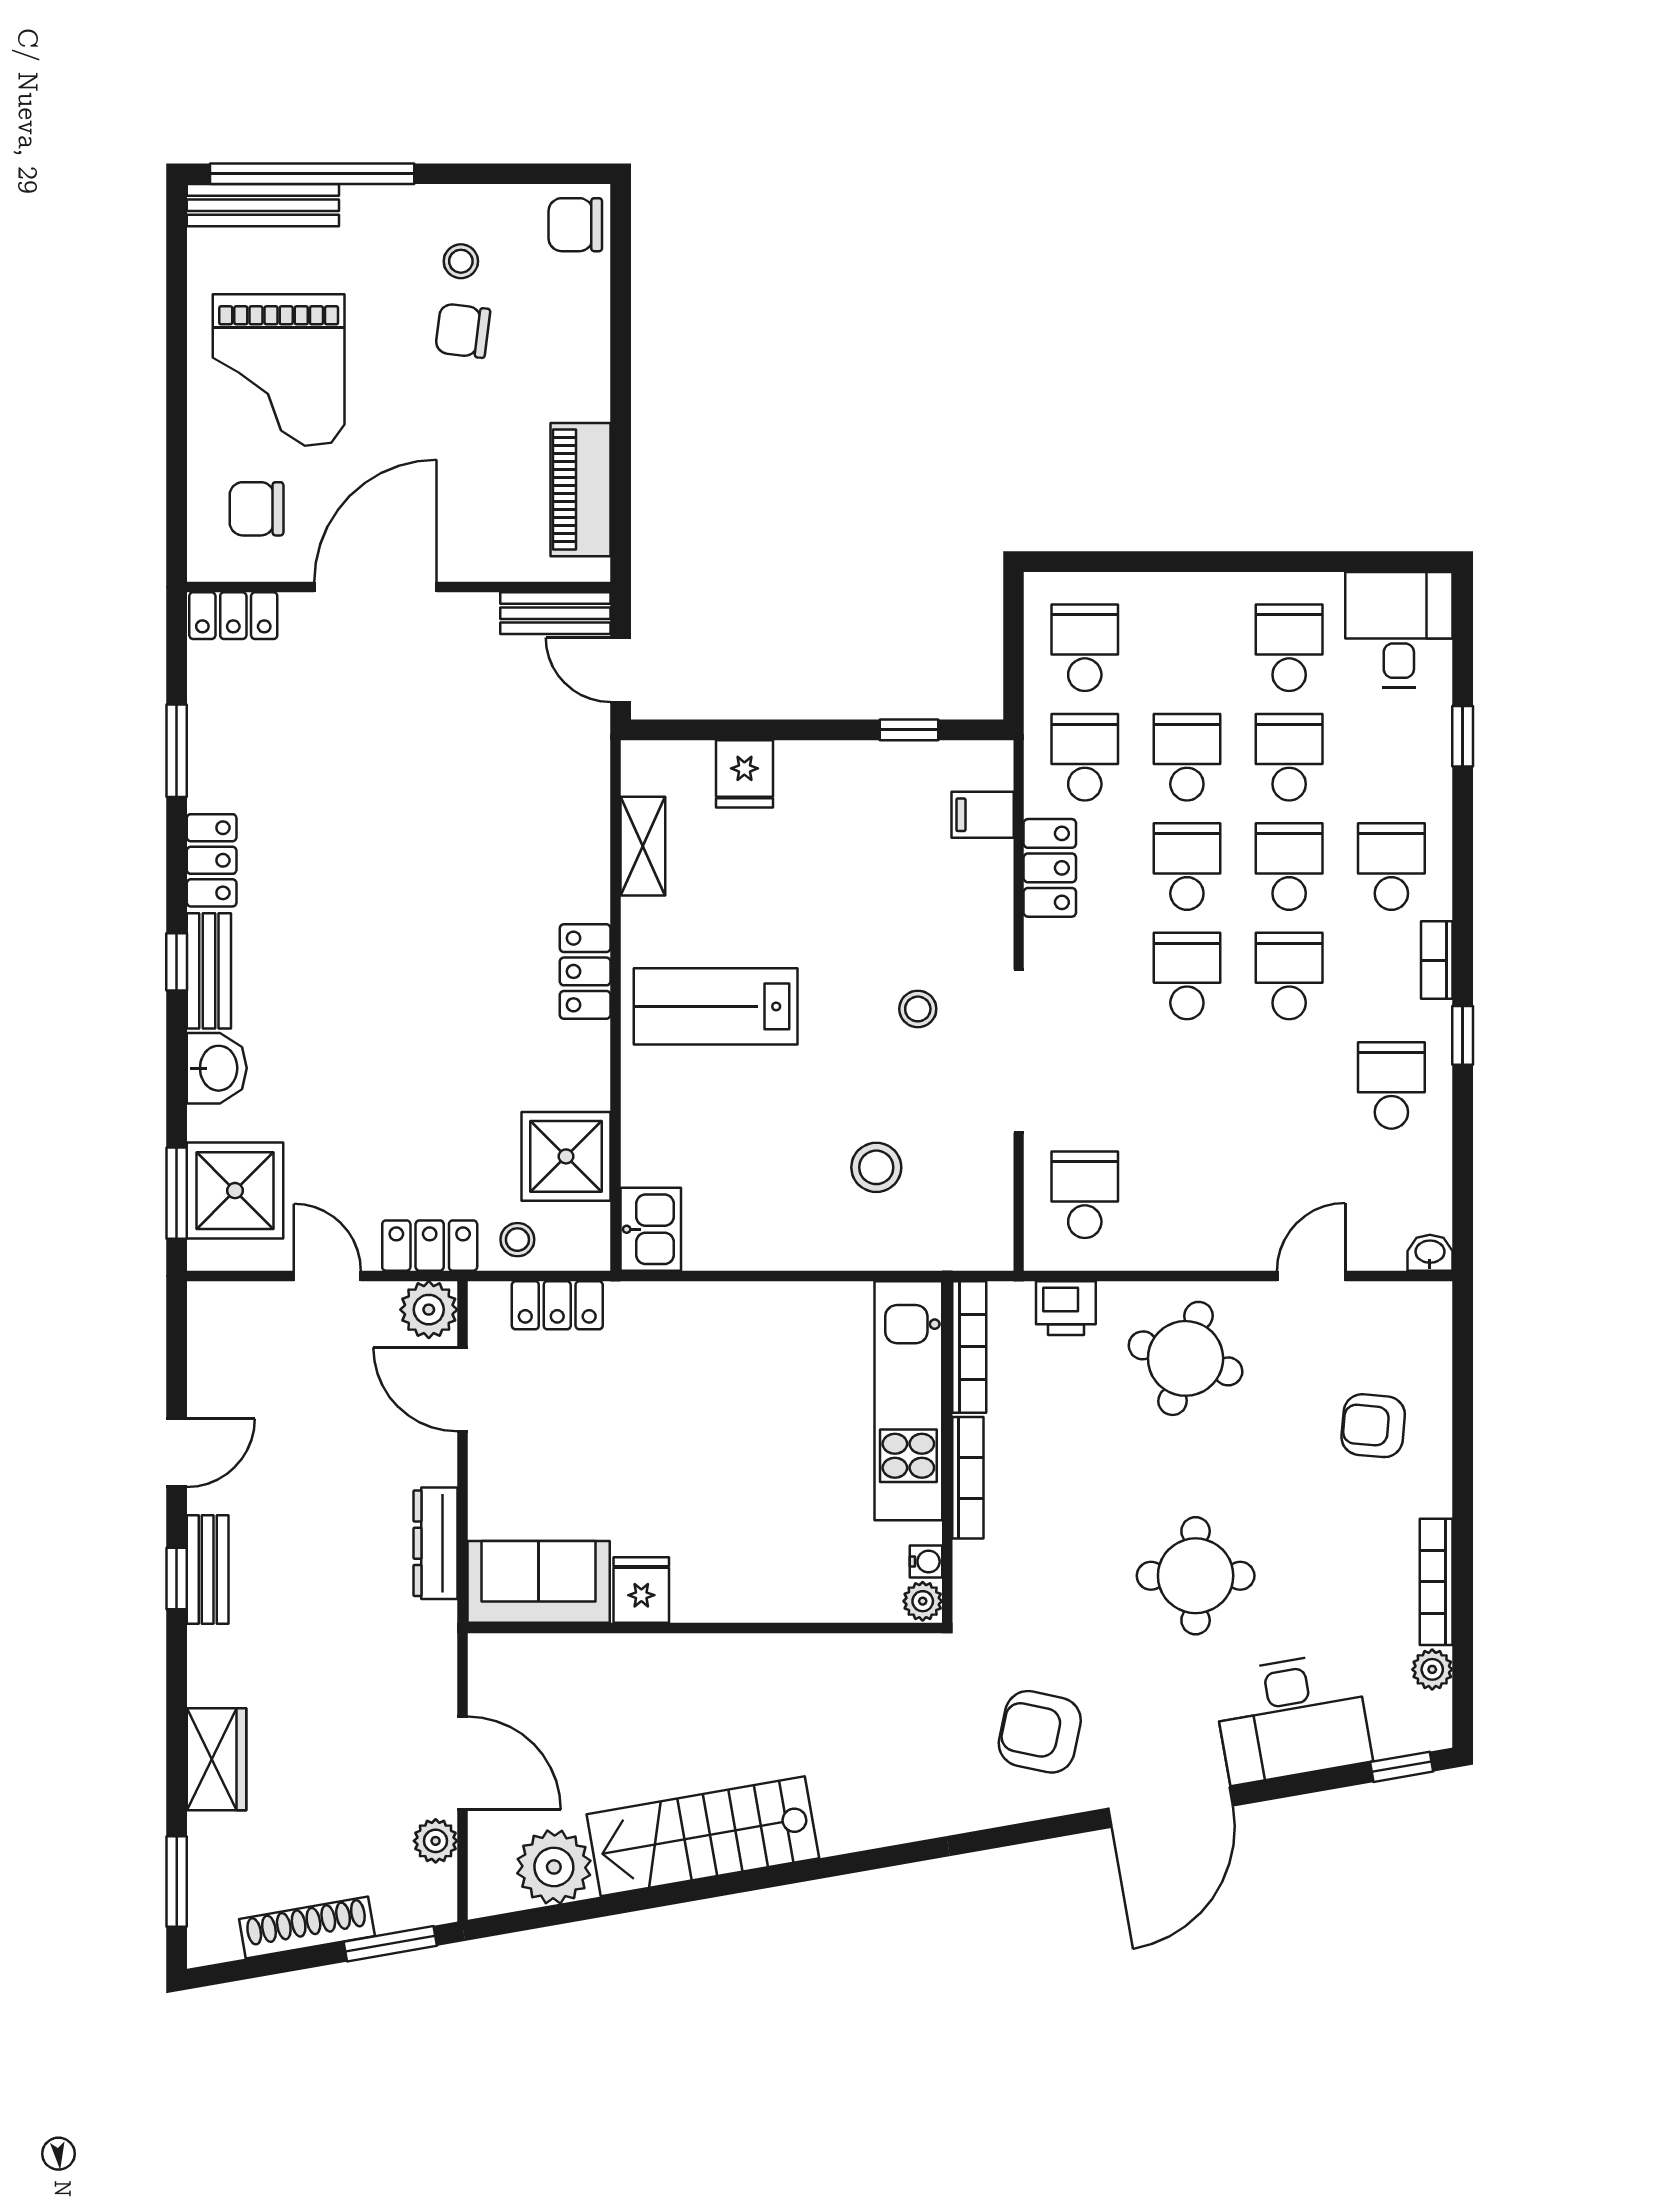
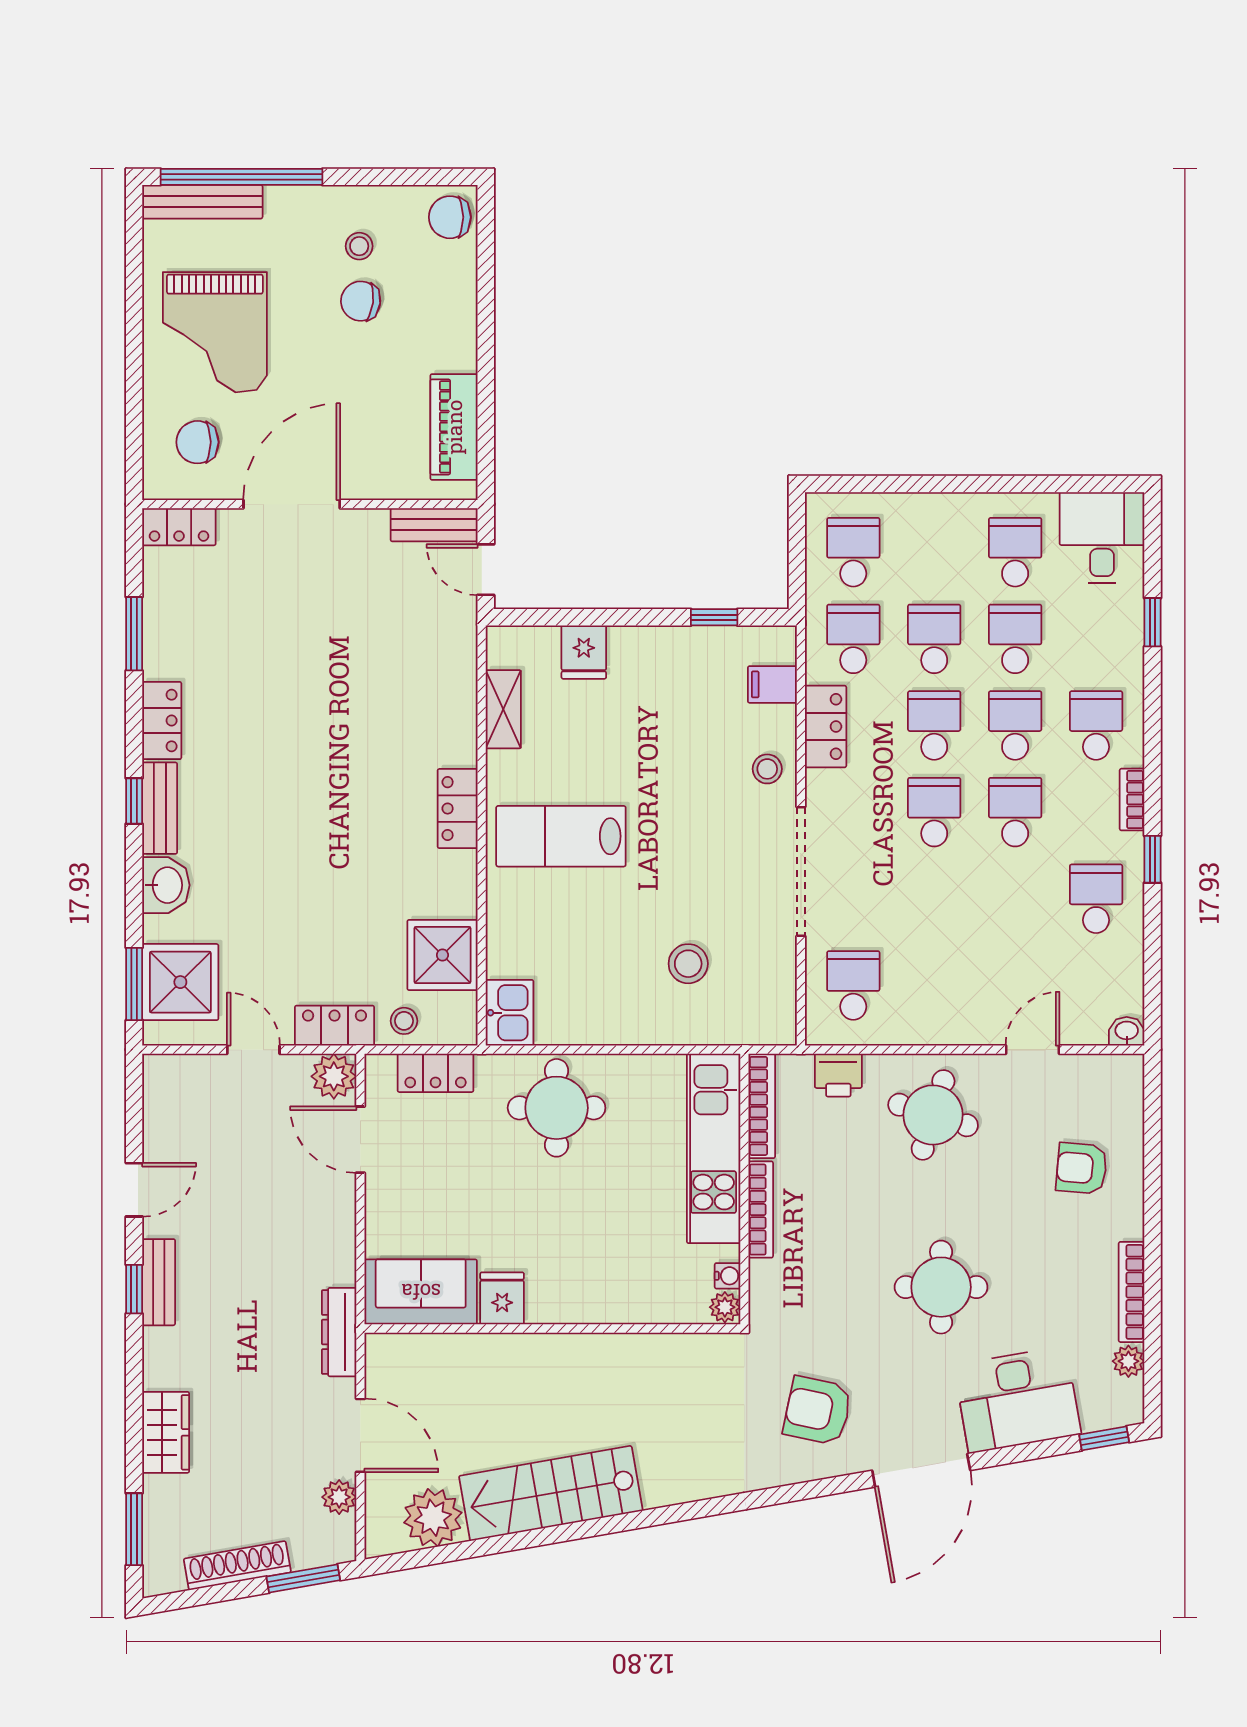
stool: (918, 1009) -> (767, 769), moved
round table: (710, 1349) -> (557, 1108), added
dresser: (435, 1543) -> (339, 1332), moved

